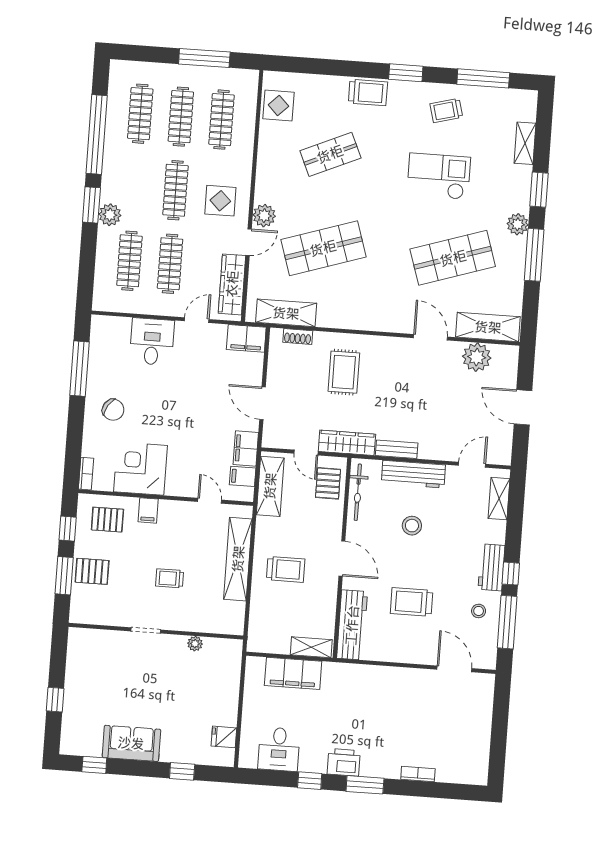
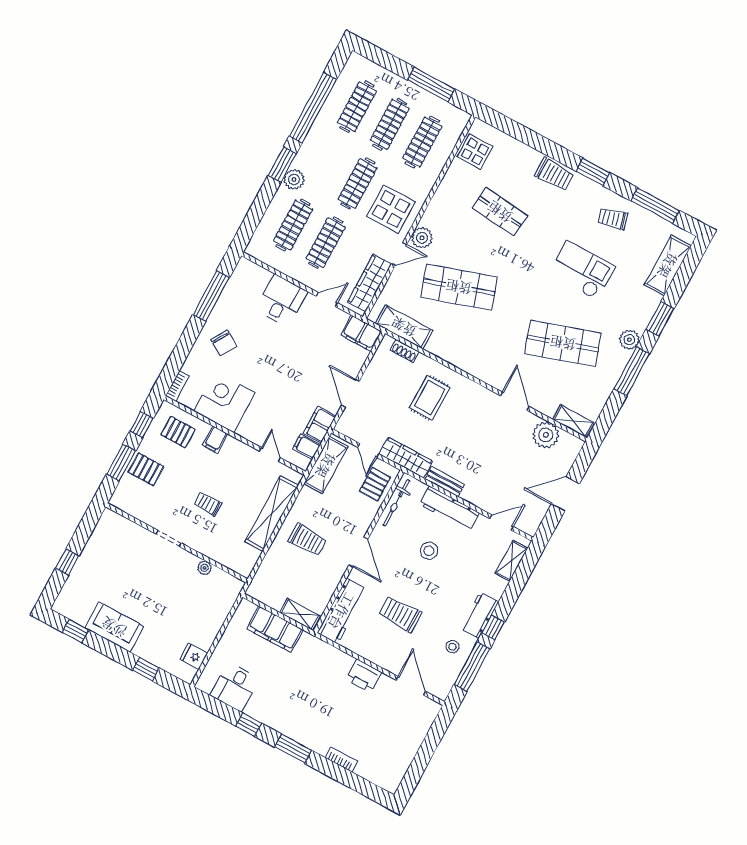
shelving: (525, 143) -> (668, 265), width x1.50, depth x1.33
shop shelf: (330, 154) -> (500, 212), turned 30
display table: (220, 201) -> (391, 209), width x1.36, depth x1.36
shelving: (488, 327) -> (573, 421), width x0.67, depth x0.75
door: (523, 407) -> (565, 494), hinge flipped
printer: (344, 762) -> (364, 676), moved, turned 180

